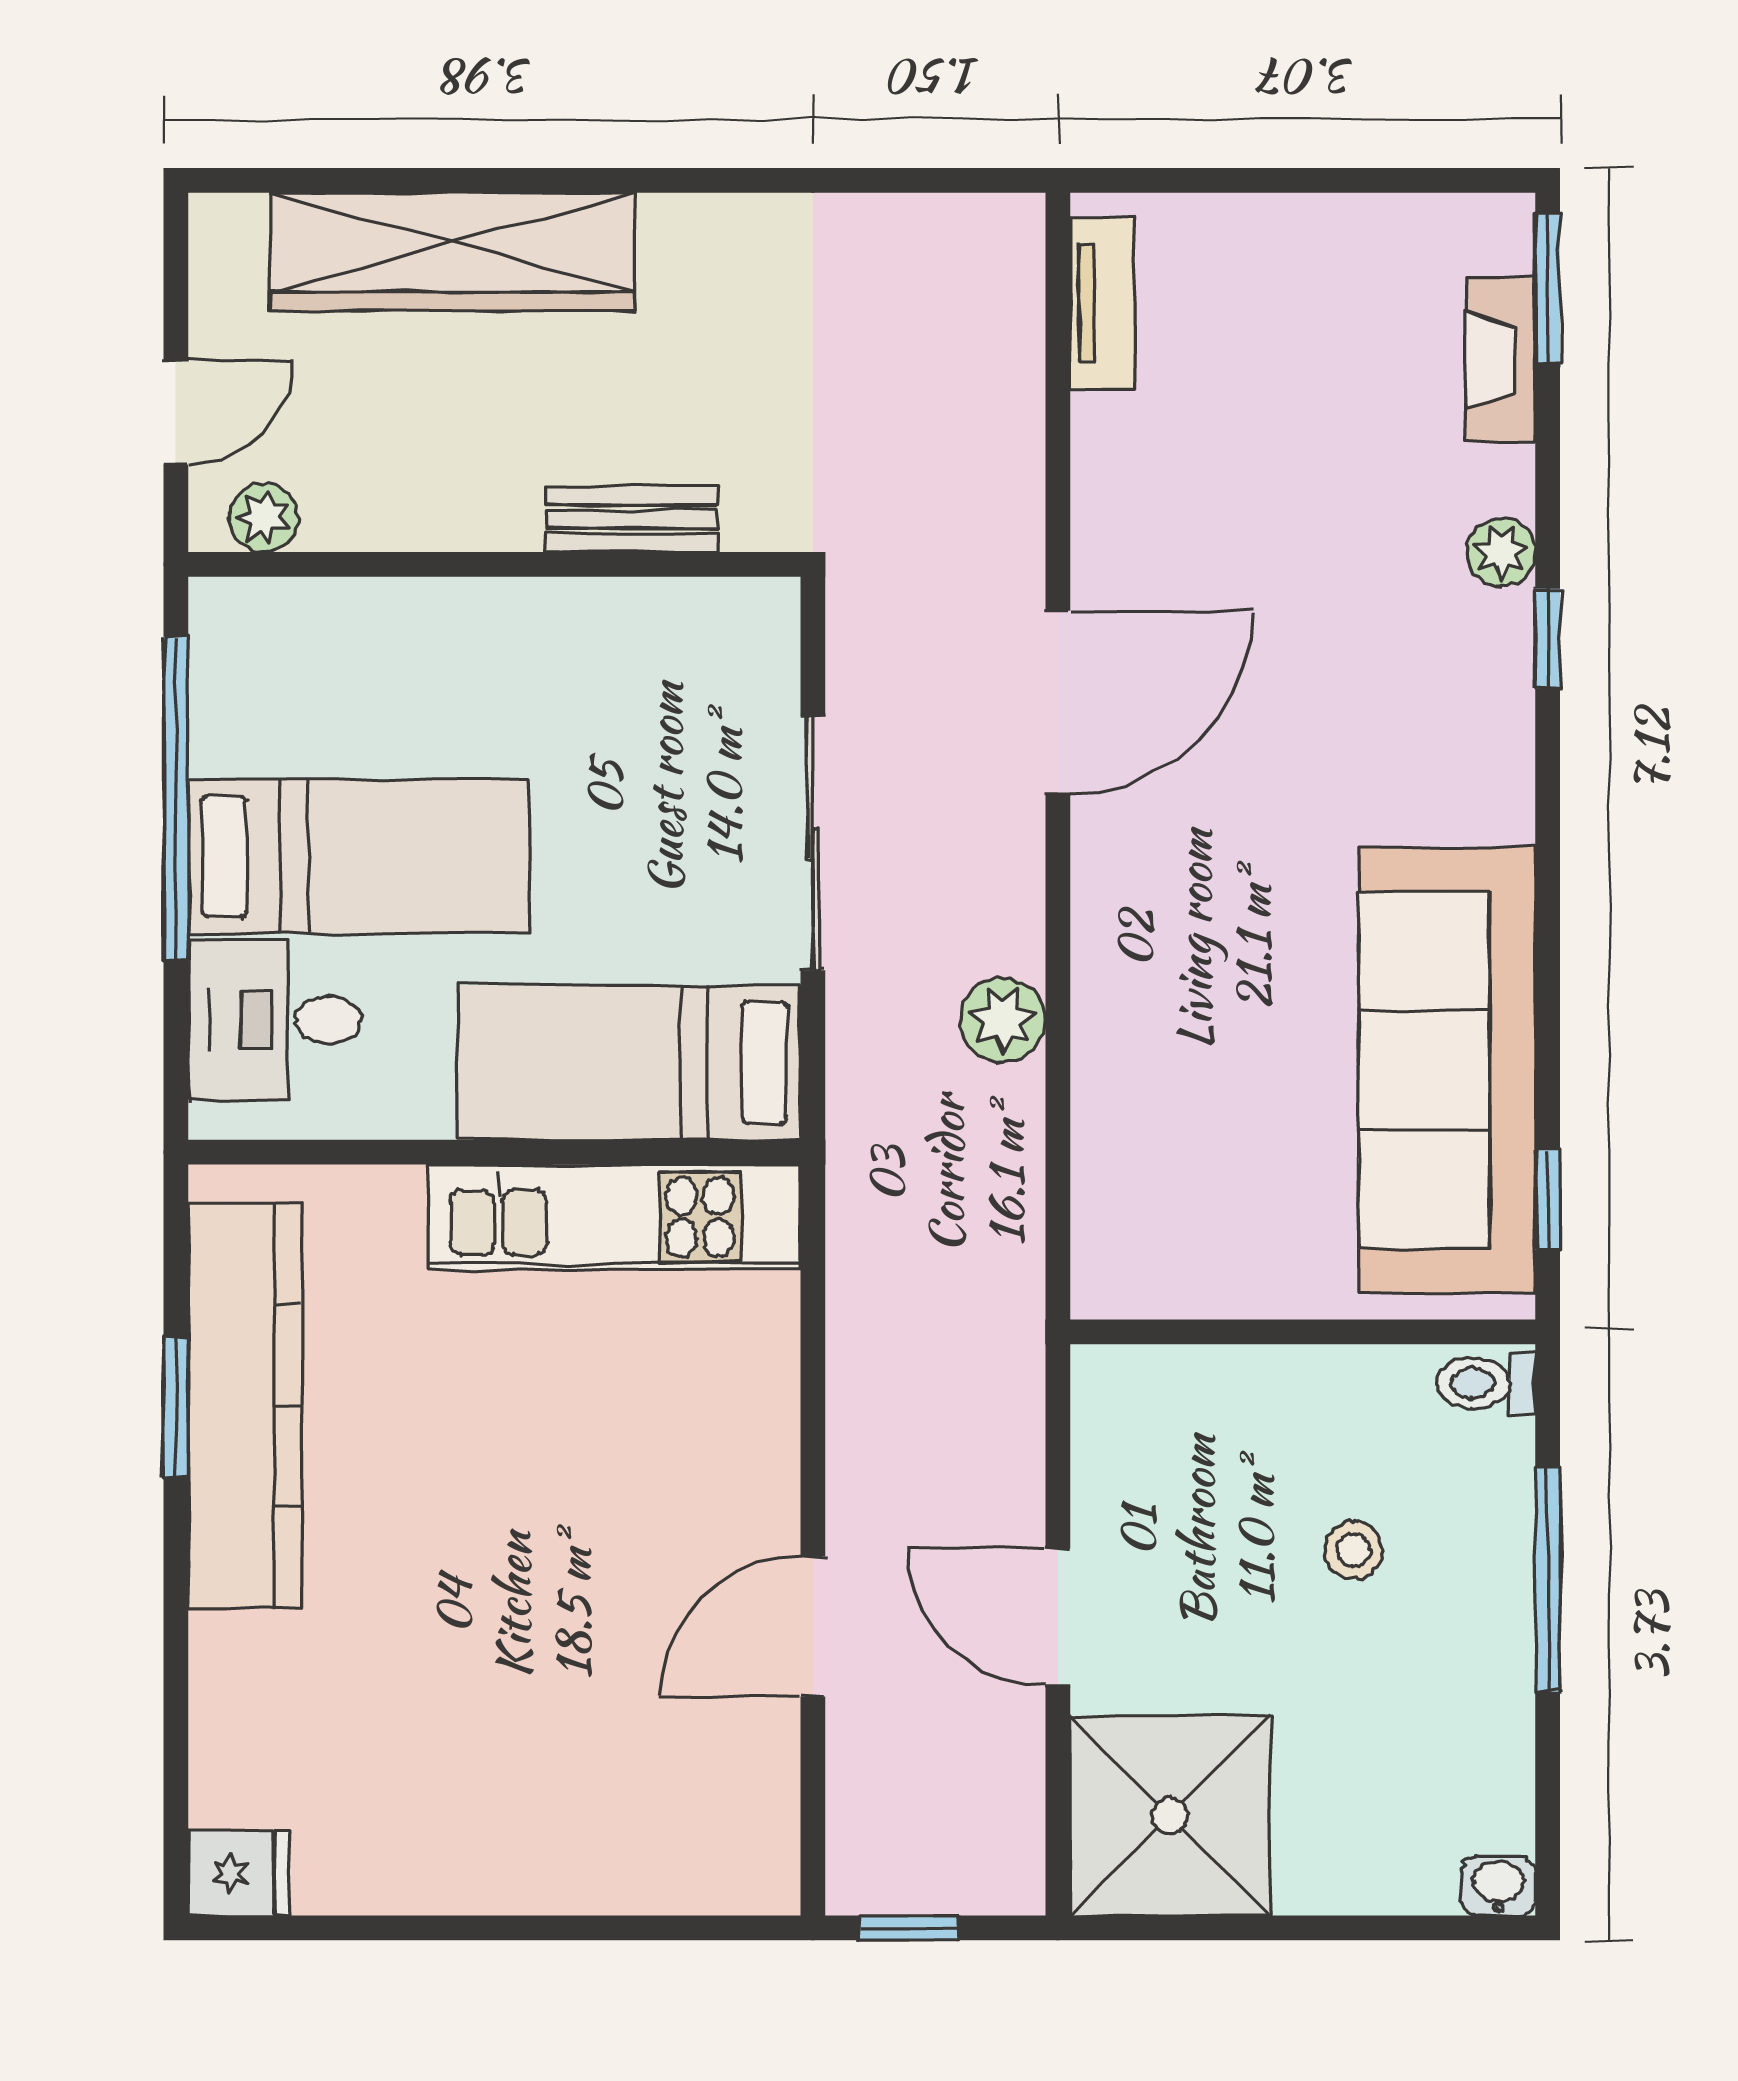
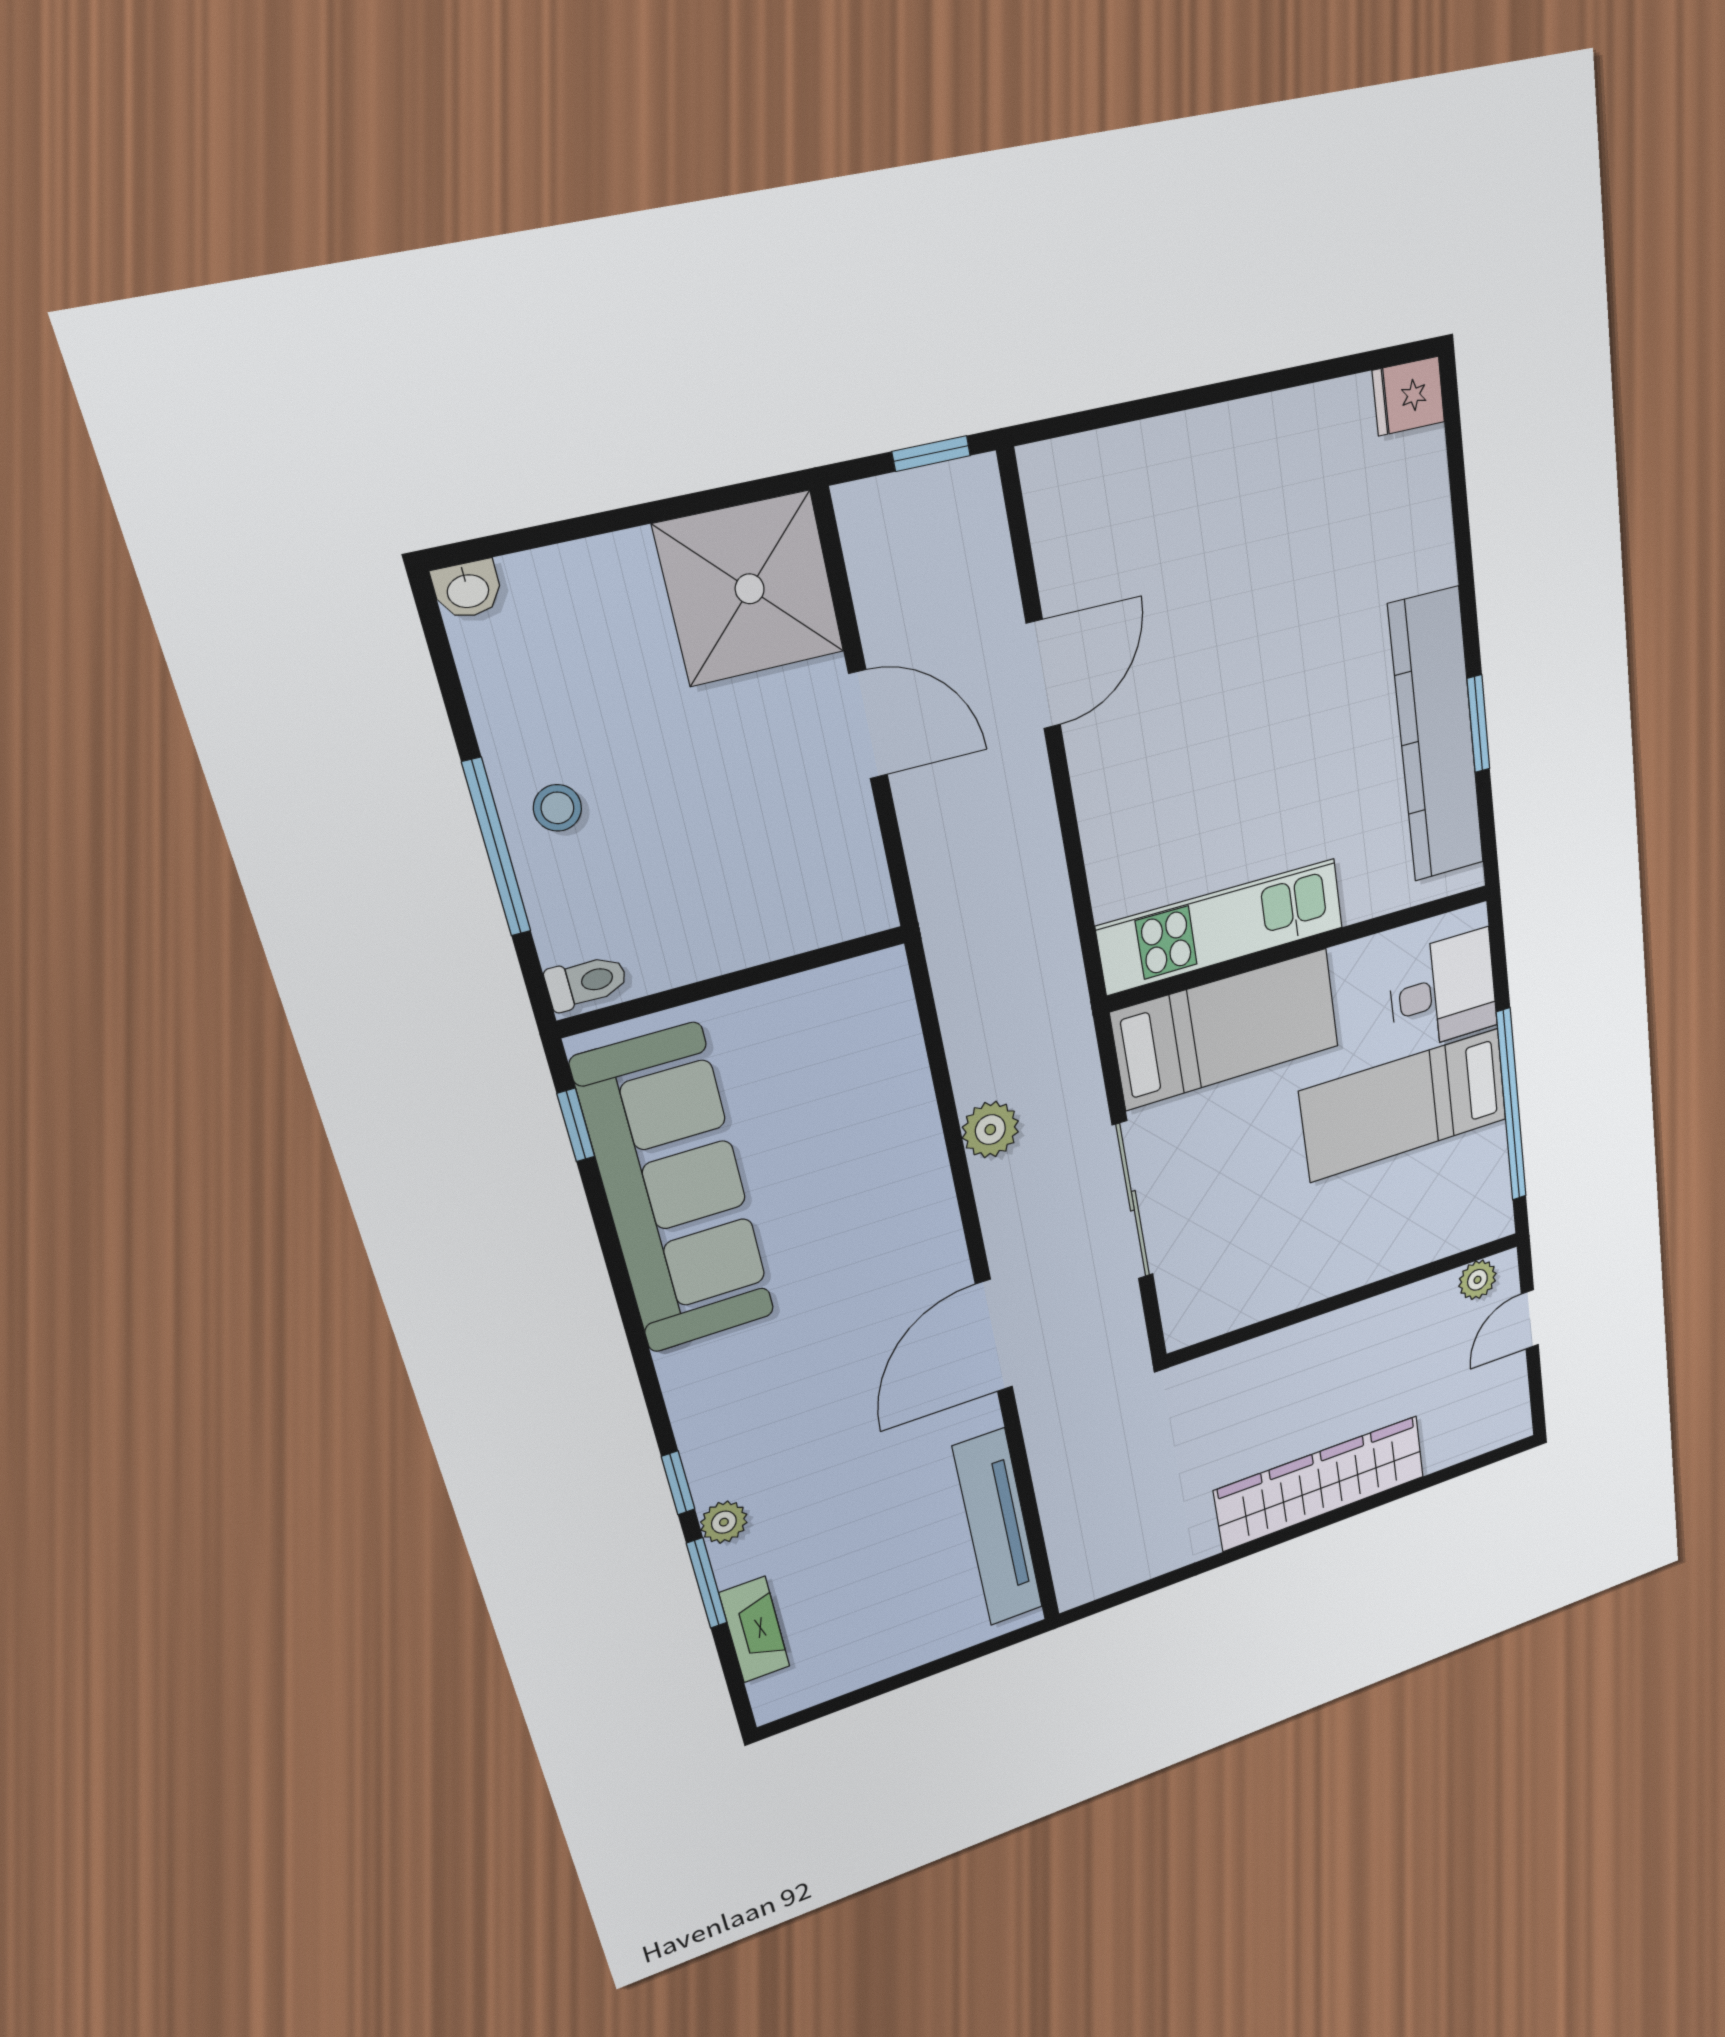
wardrobe: (452, 252) -> (1320, 1483), moved
window: (1548, 288) -> (707, 1583), moved
tv unit: (1103, 304) -> (998, 1528), width x1.92, depth x1.29
bench: (632, 519) -> (1271, 1351), removed
stool: (1354, 1550) -> (557, 808), moved

